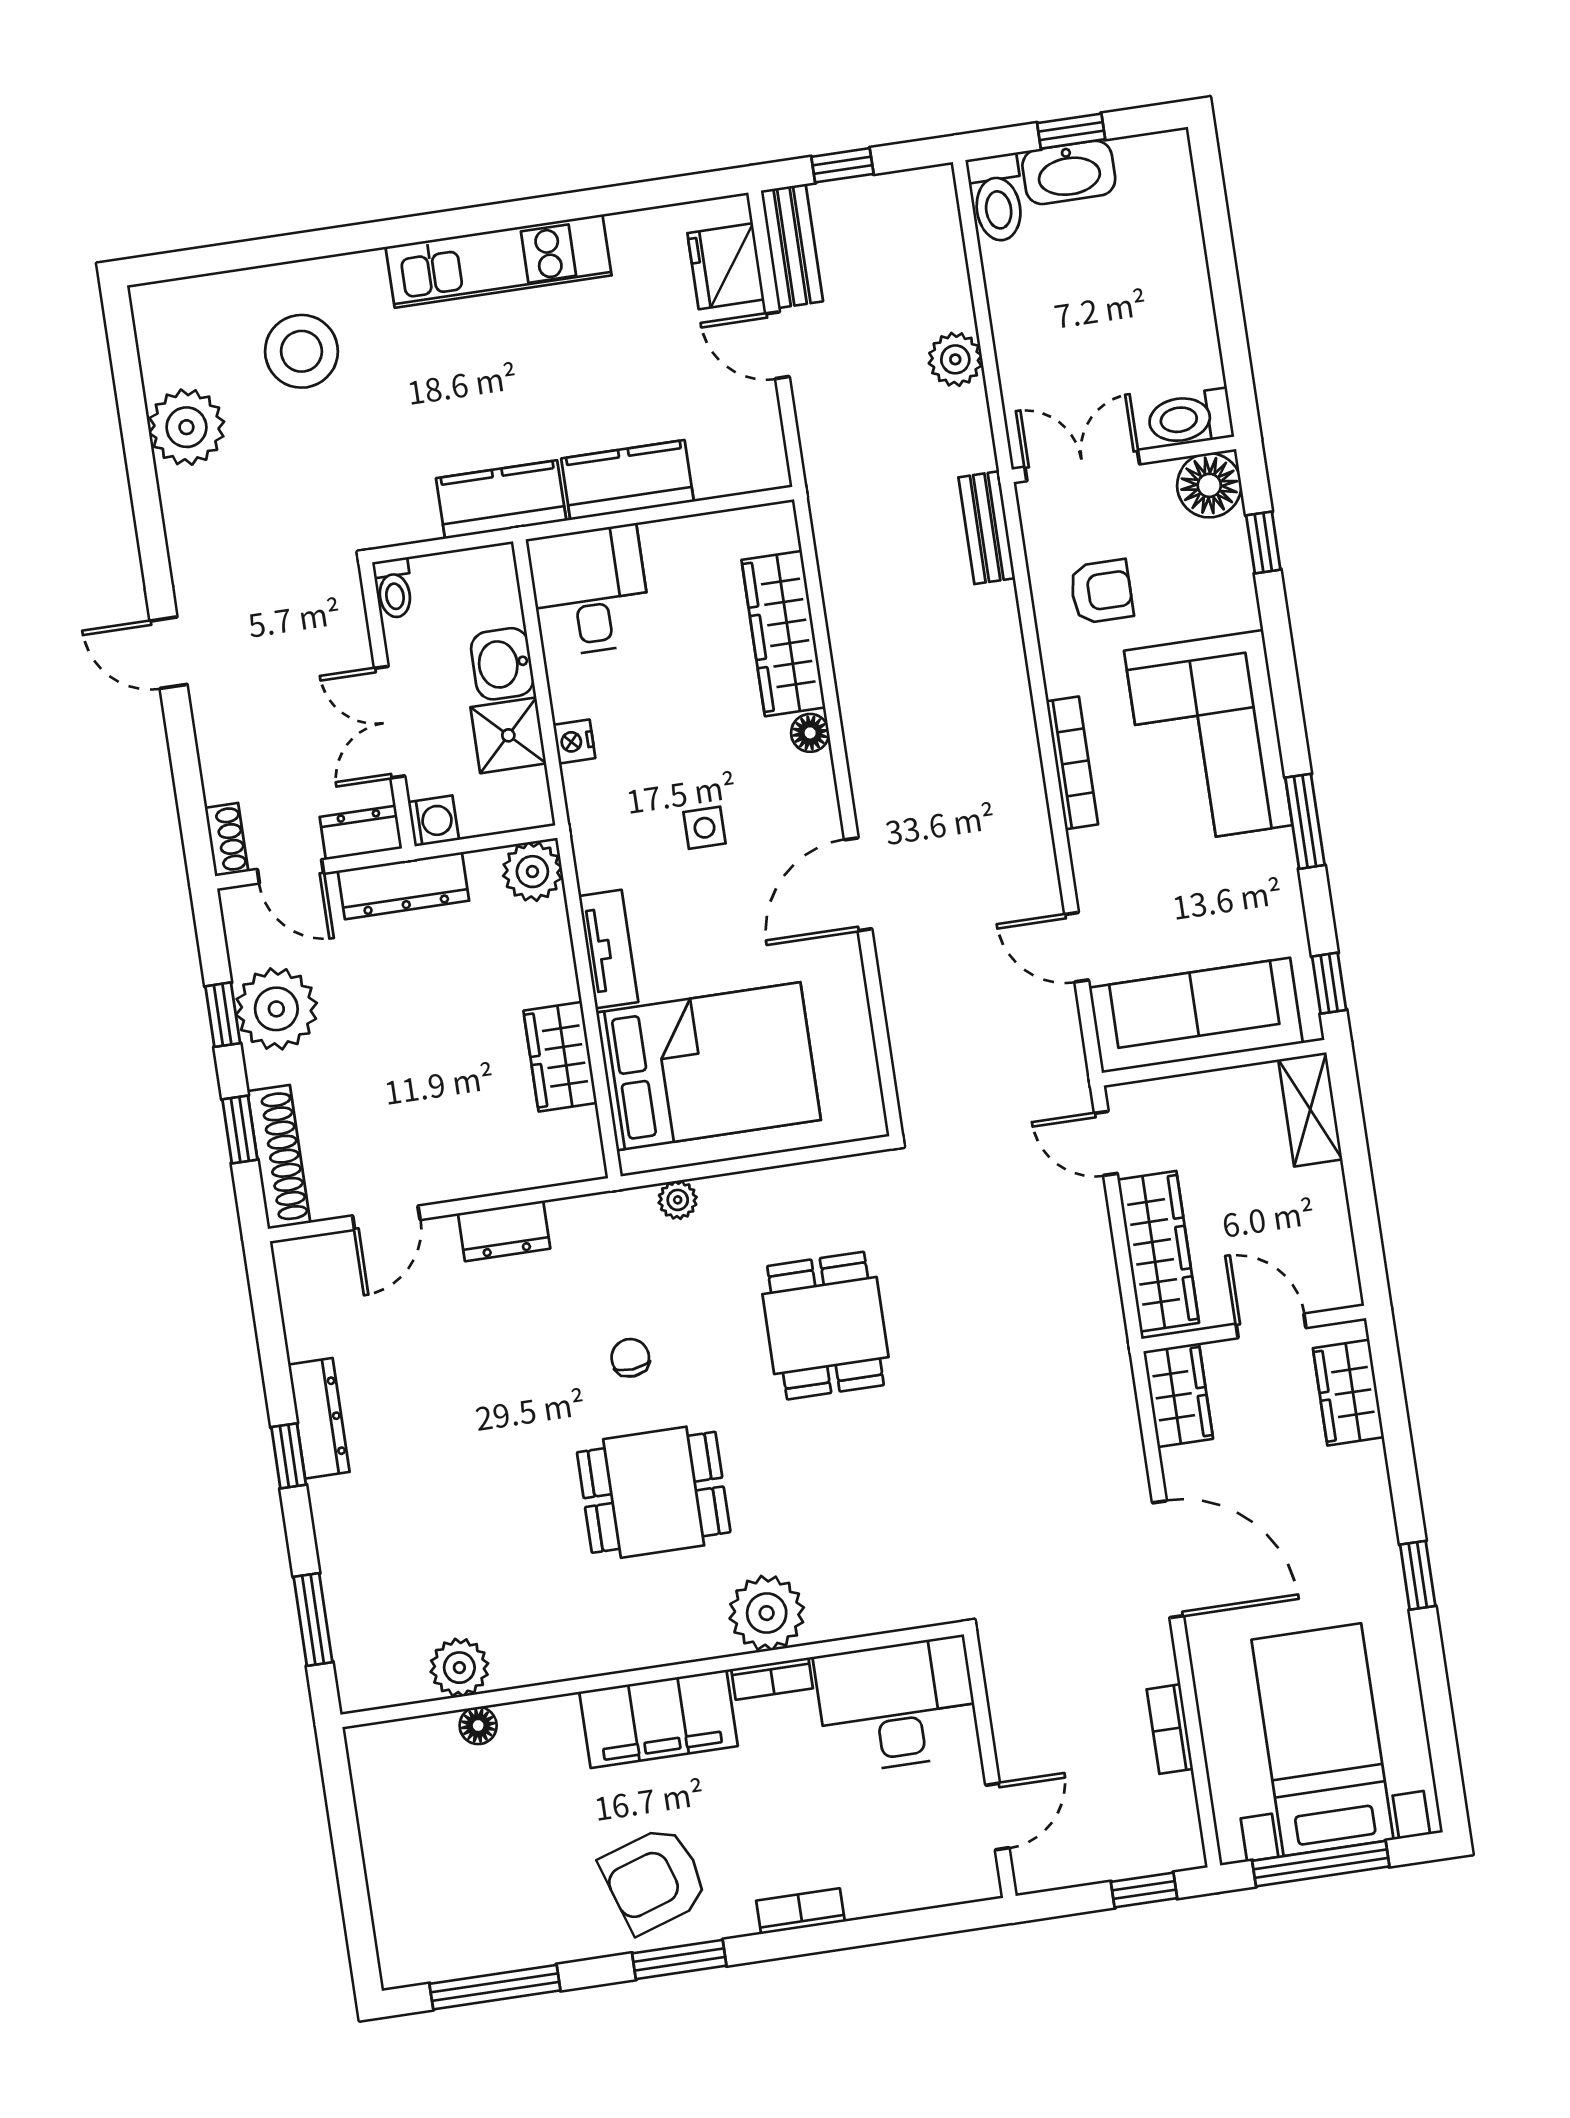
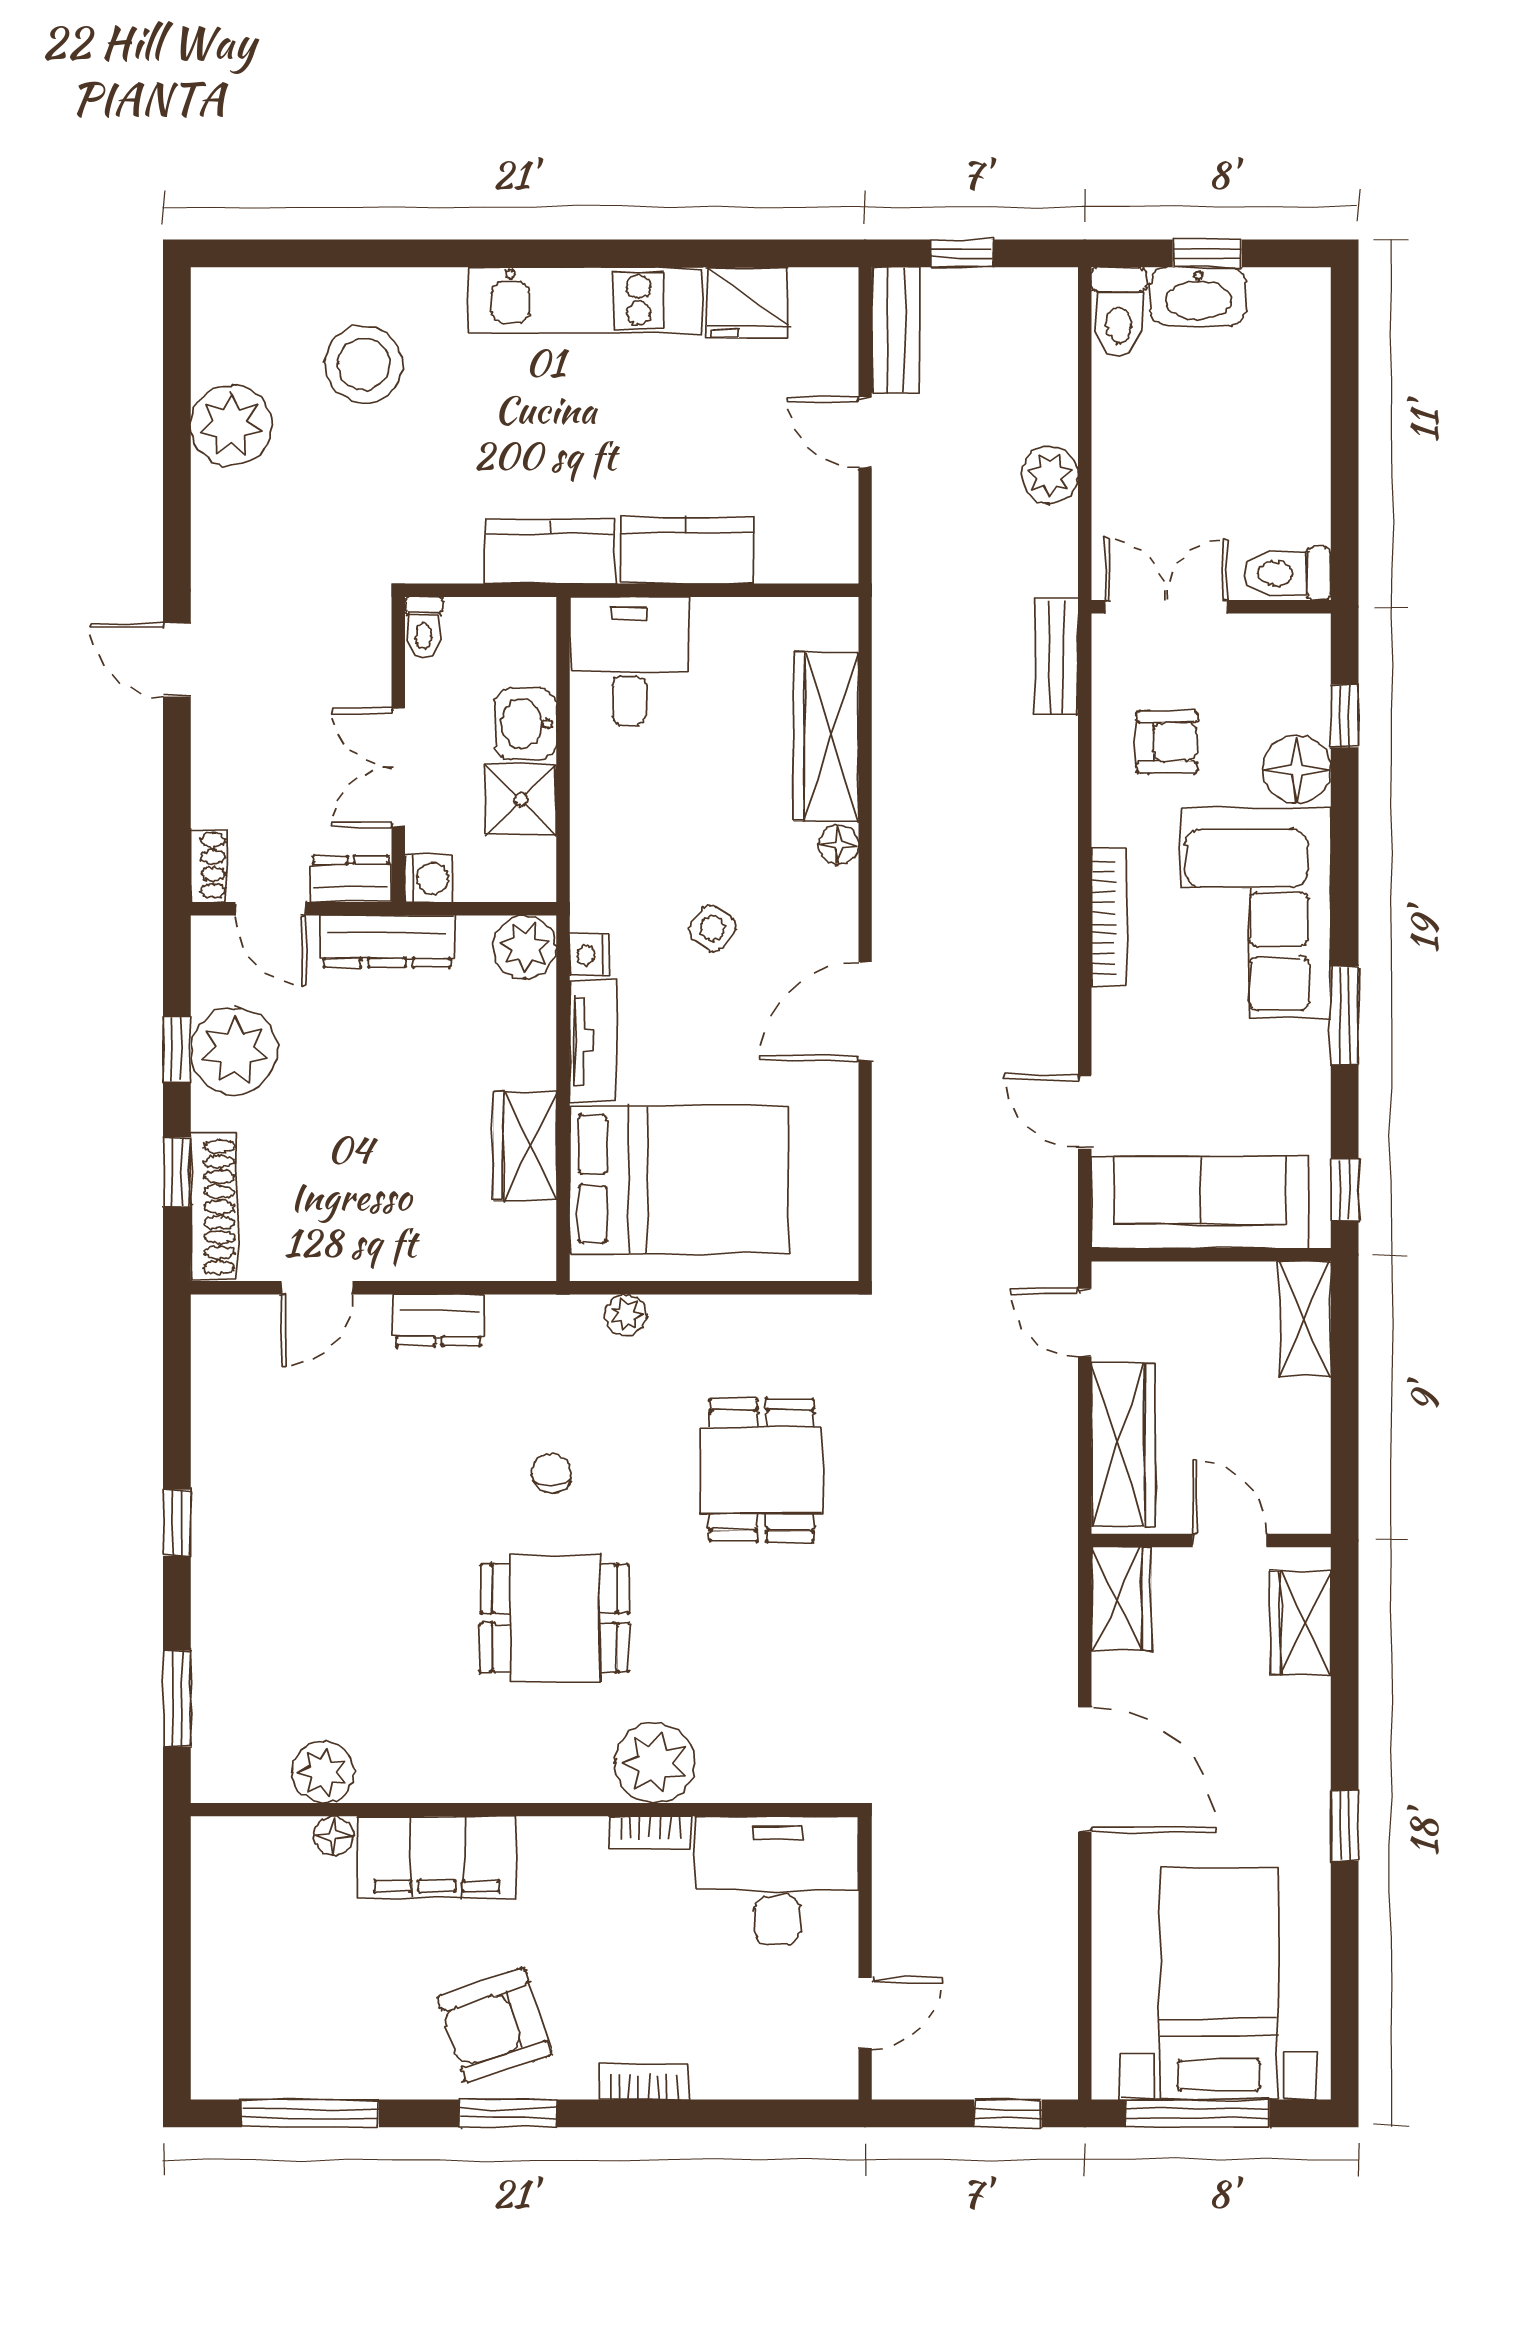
fridge: (726, 266) -> (747, 302), moved, turned -90
floor lamp: (1209, 485) -> (1297, 769), moved
nightstand: (574, 741) -> (589, 955), moved
side table: (705, 828) -> (713, 928), turned 36
dresser: (319, 1418) -> (215, 1488), removed
filing cabinet: (658, 1719) -> (437, 1857), moved
bookcase: (1170, 1729) -> (1060, 1948), removed

